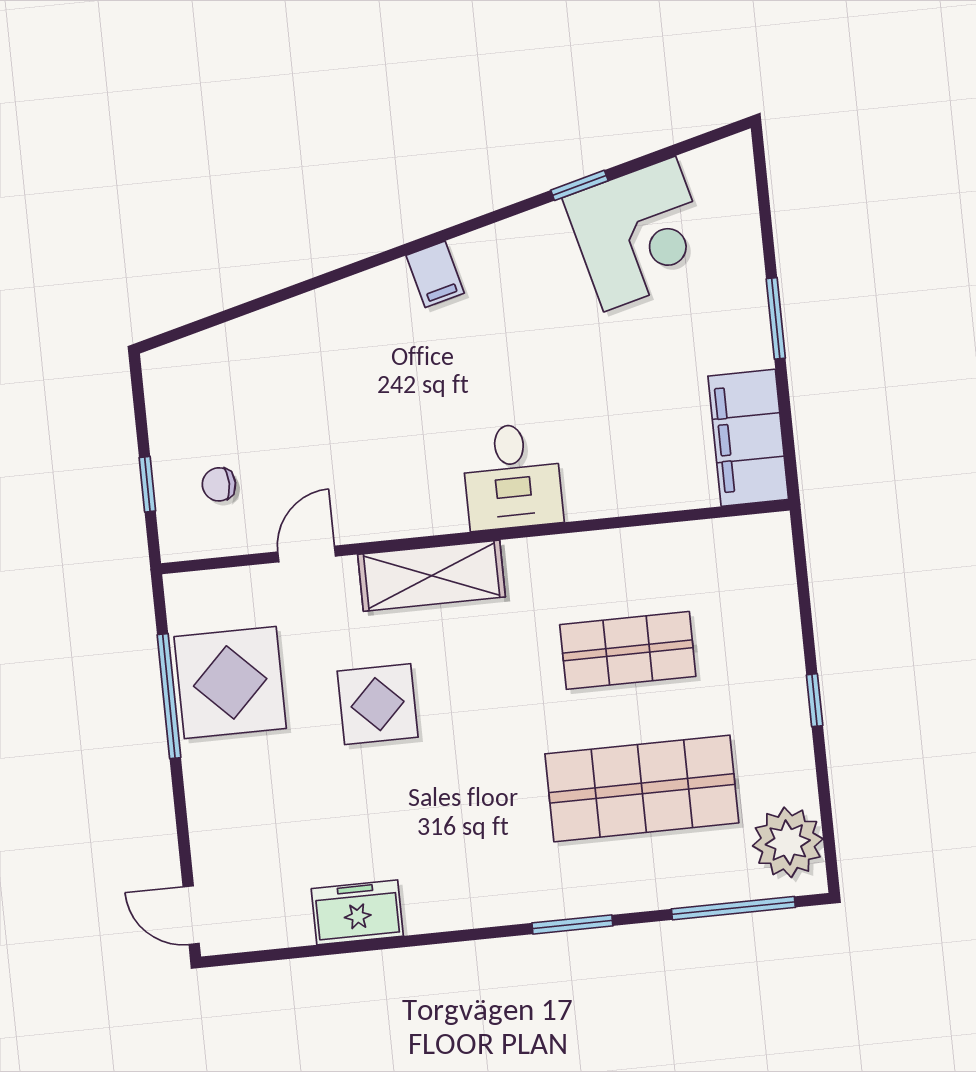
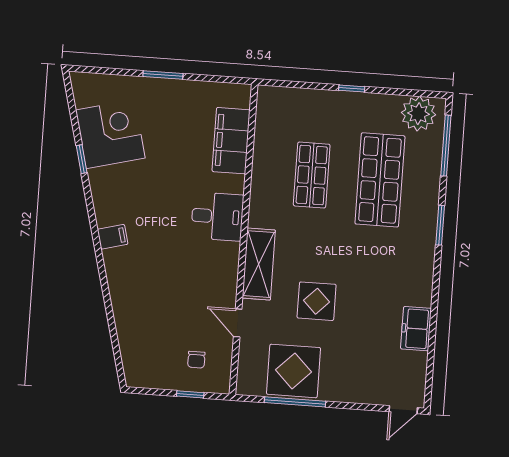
filing cabinet: (748, 438) -> (231, 141), moved, turned 90

